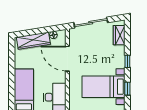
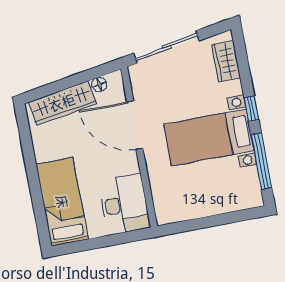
bed with nightstands: (103, 87) -> (209, 137), moved
window: (127, 89) -> (261, 161), width x2.17

